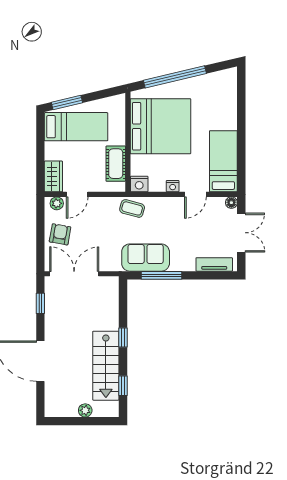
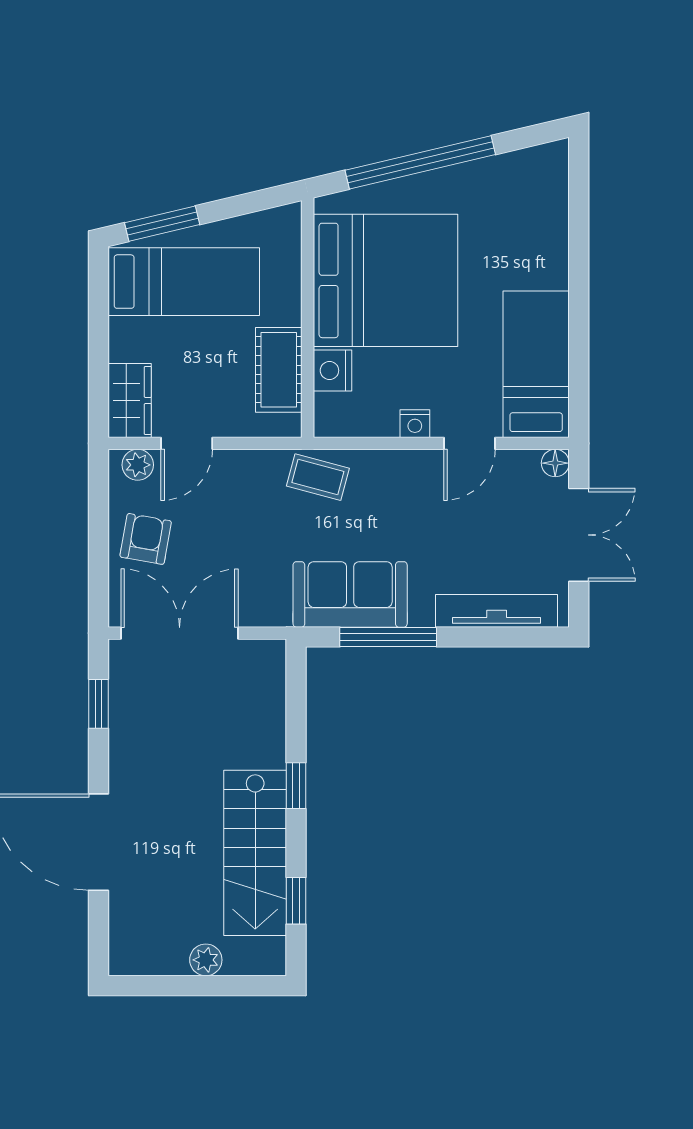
nightstand: (139, 184) -> (332, 370), moved, turned 90
tv unit: (214, 264) -> (497, 611), width x1.41

